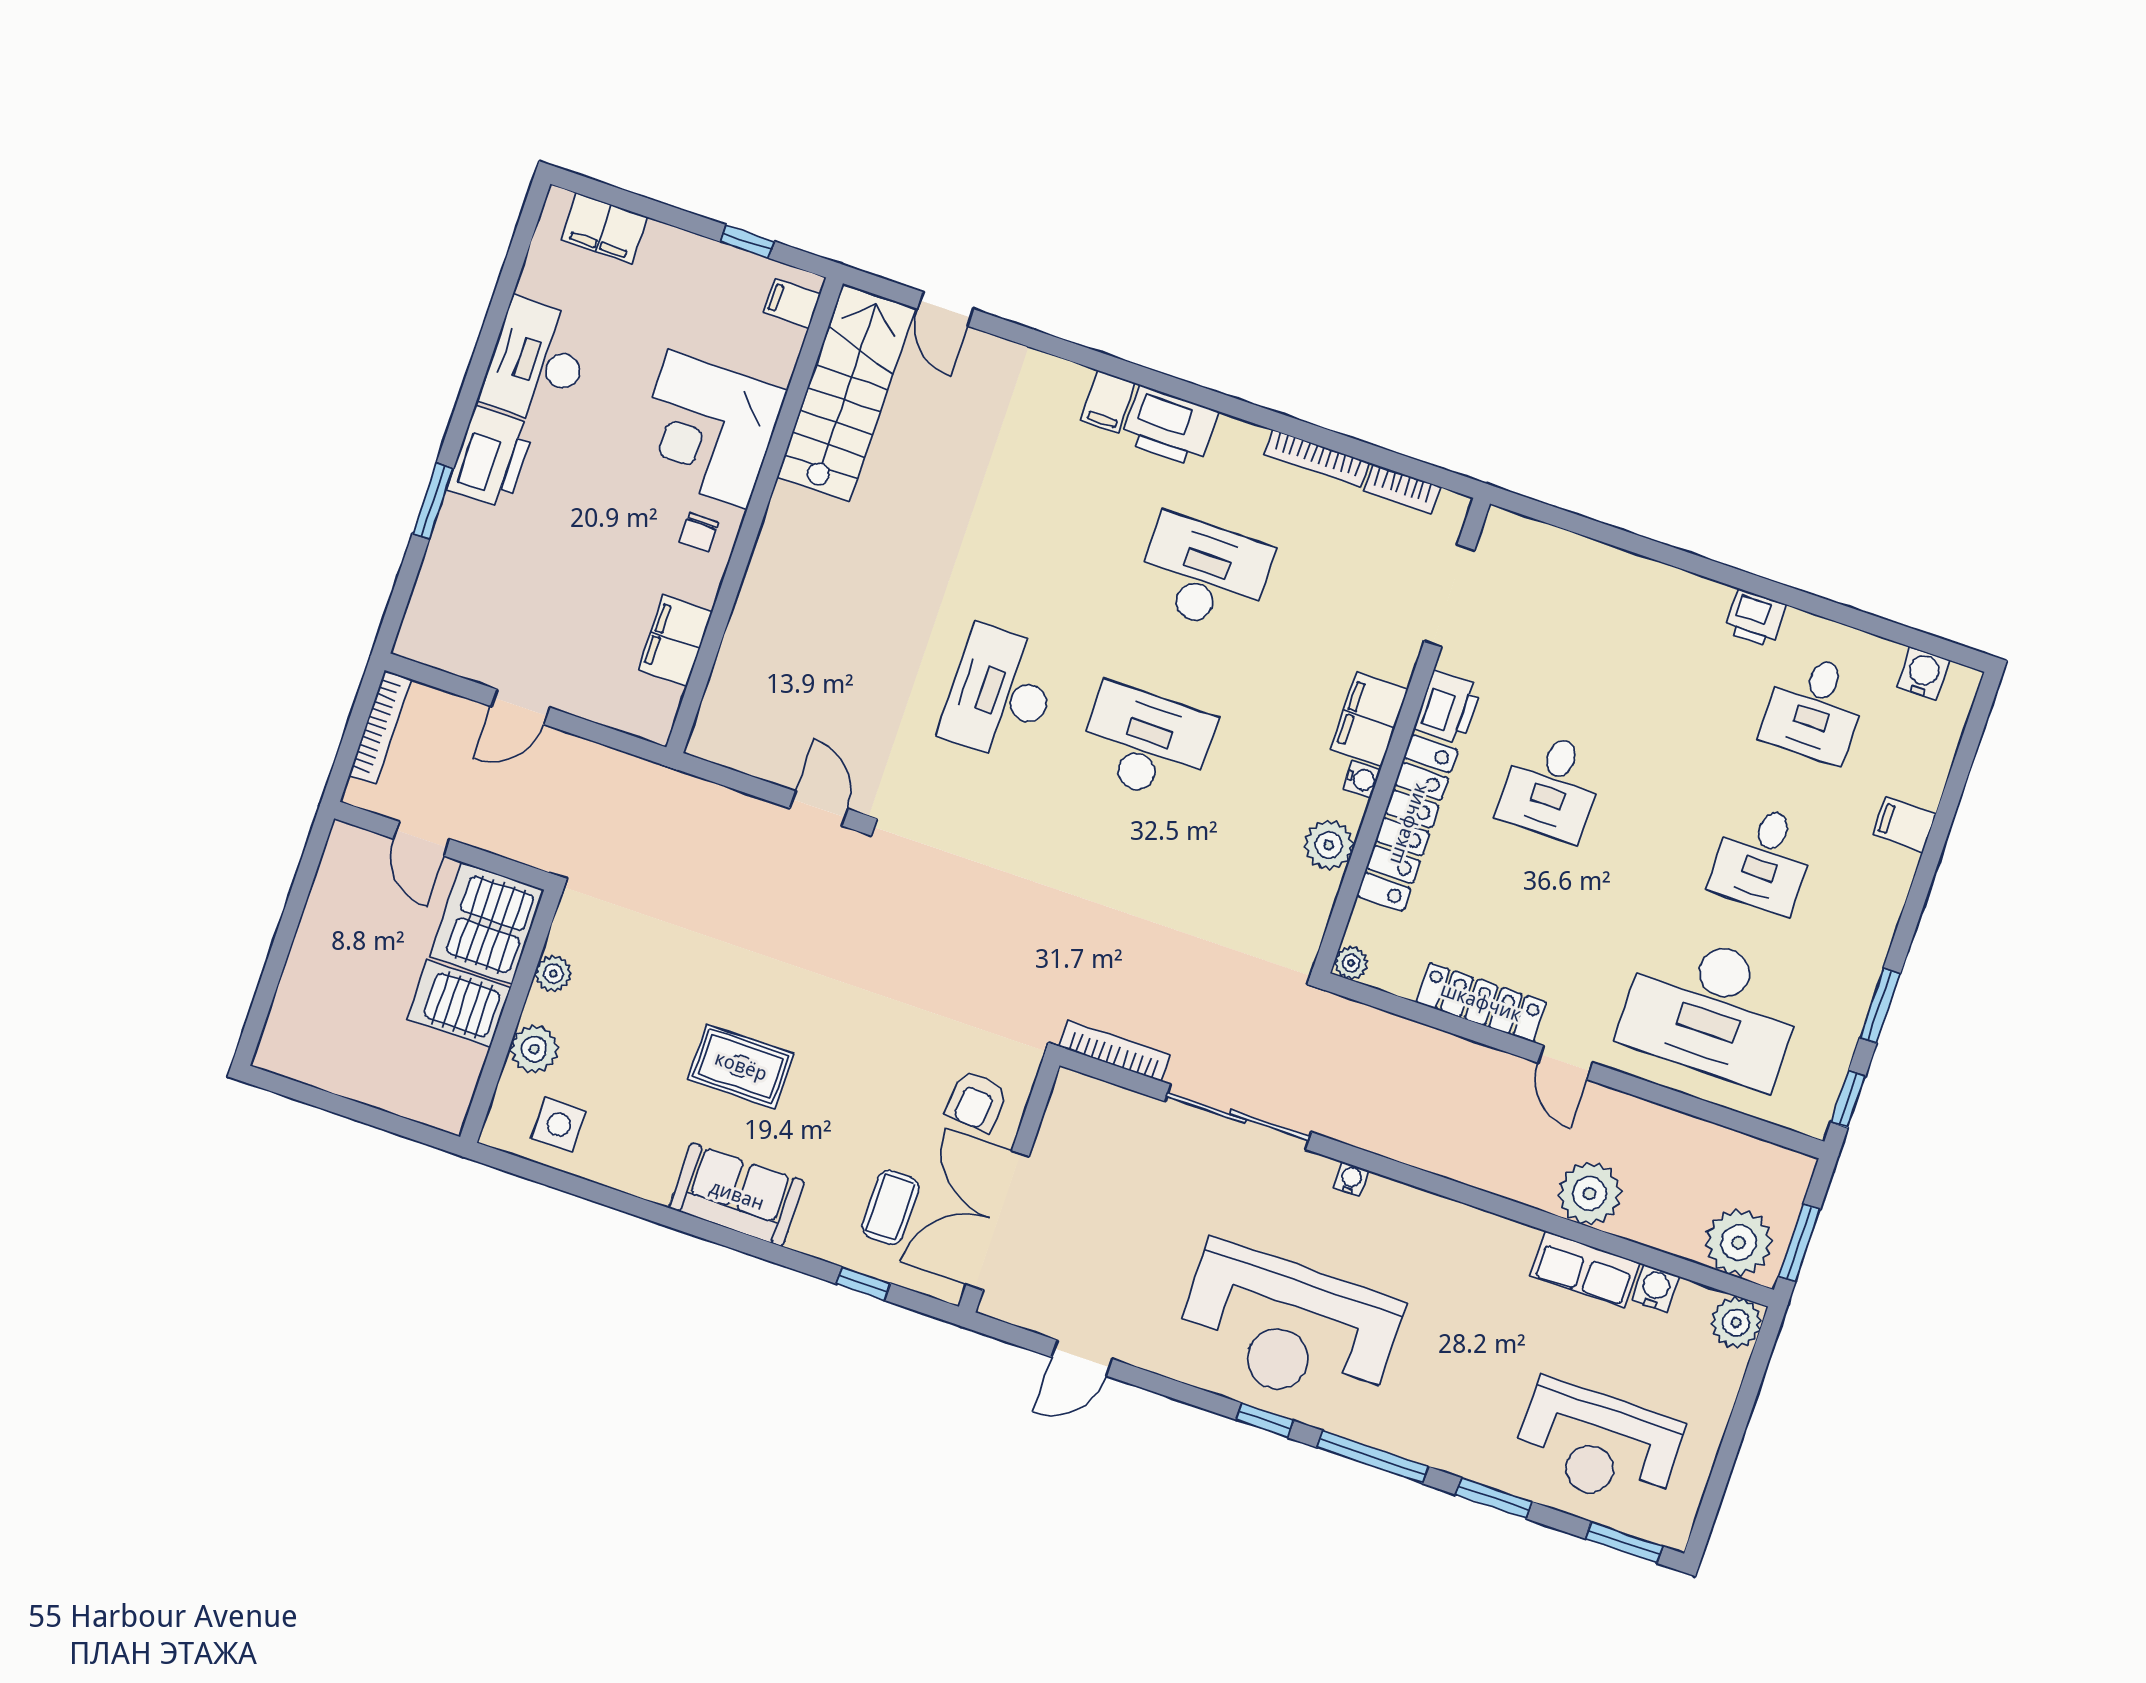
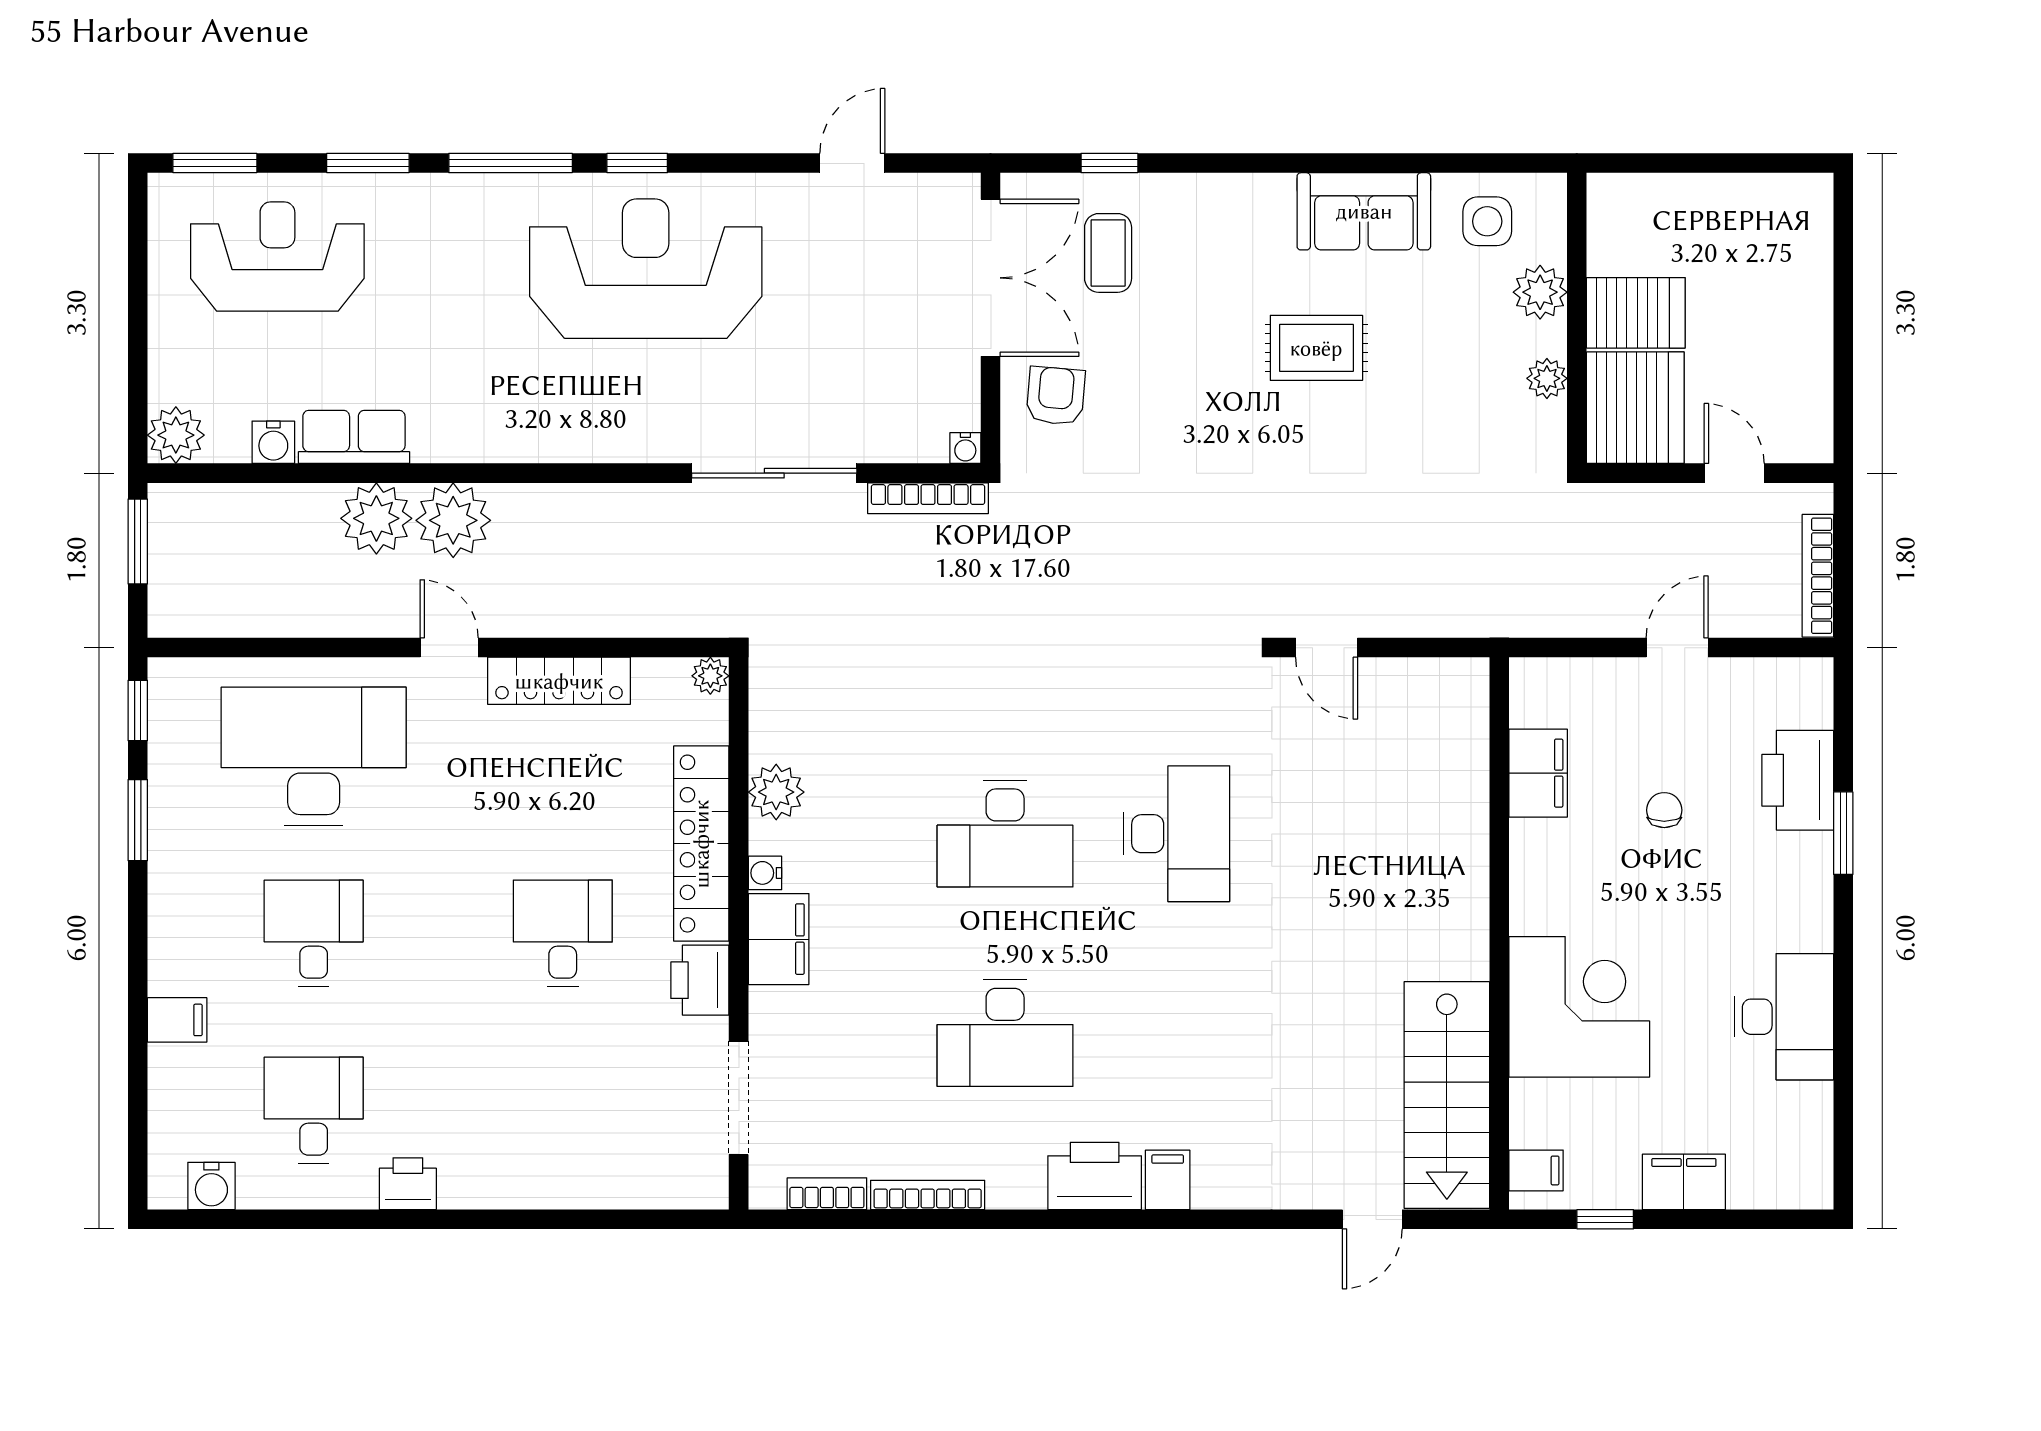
filing cabinet: (604, 228) -> (1684, 1182), moved
door: (945, 309) -> (1372, 1219), swing flipped
printer: (491, 457) -> (1798, 780), moved
chair: (699, 532) -> (1664, 810), moved
water cooler: (1351, 1179) -> (965, 448), moved
sofa: (737, 1195) -> (1364, 211), moved
plant: (1739, 1242) -> (453, 520), moved

